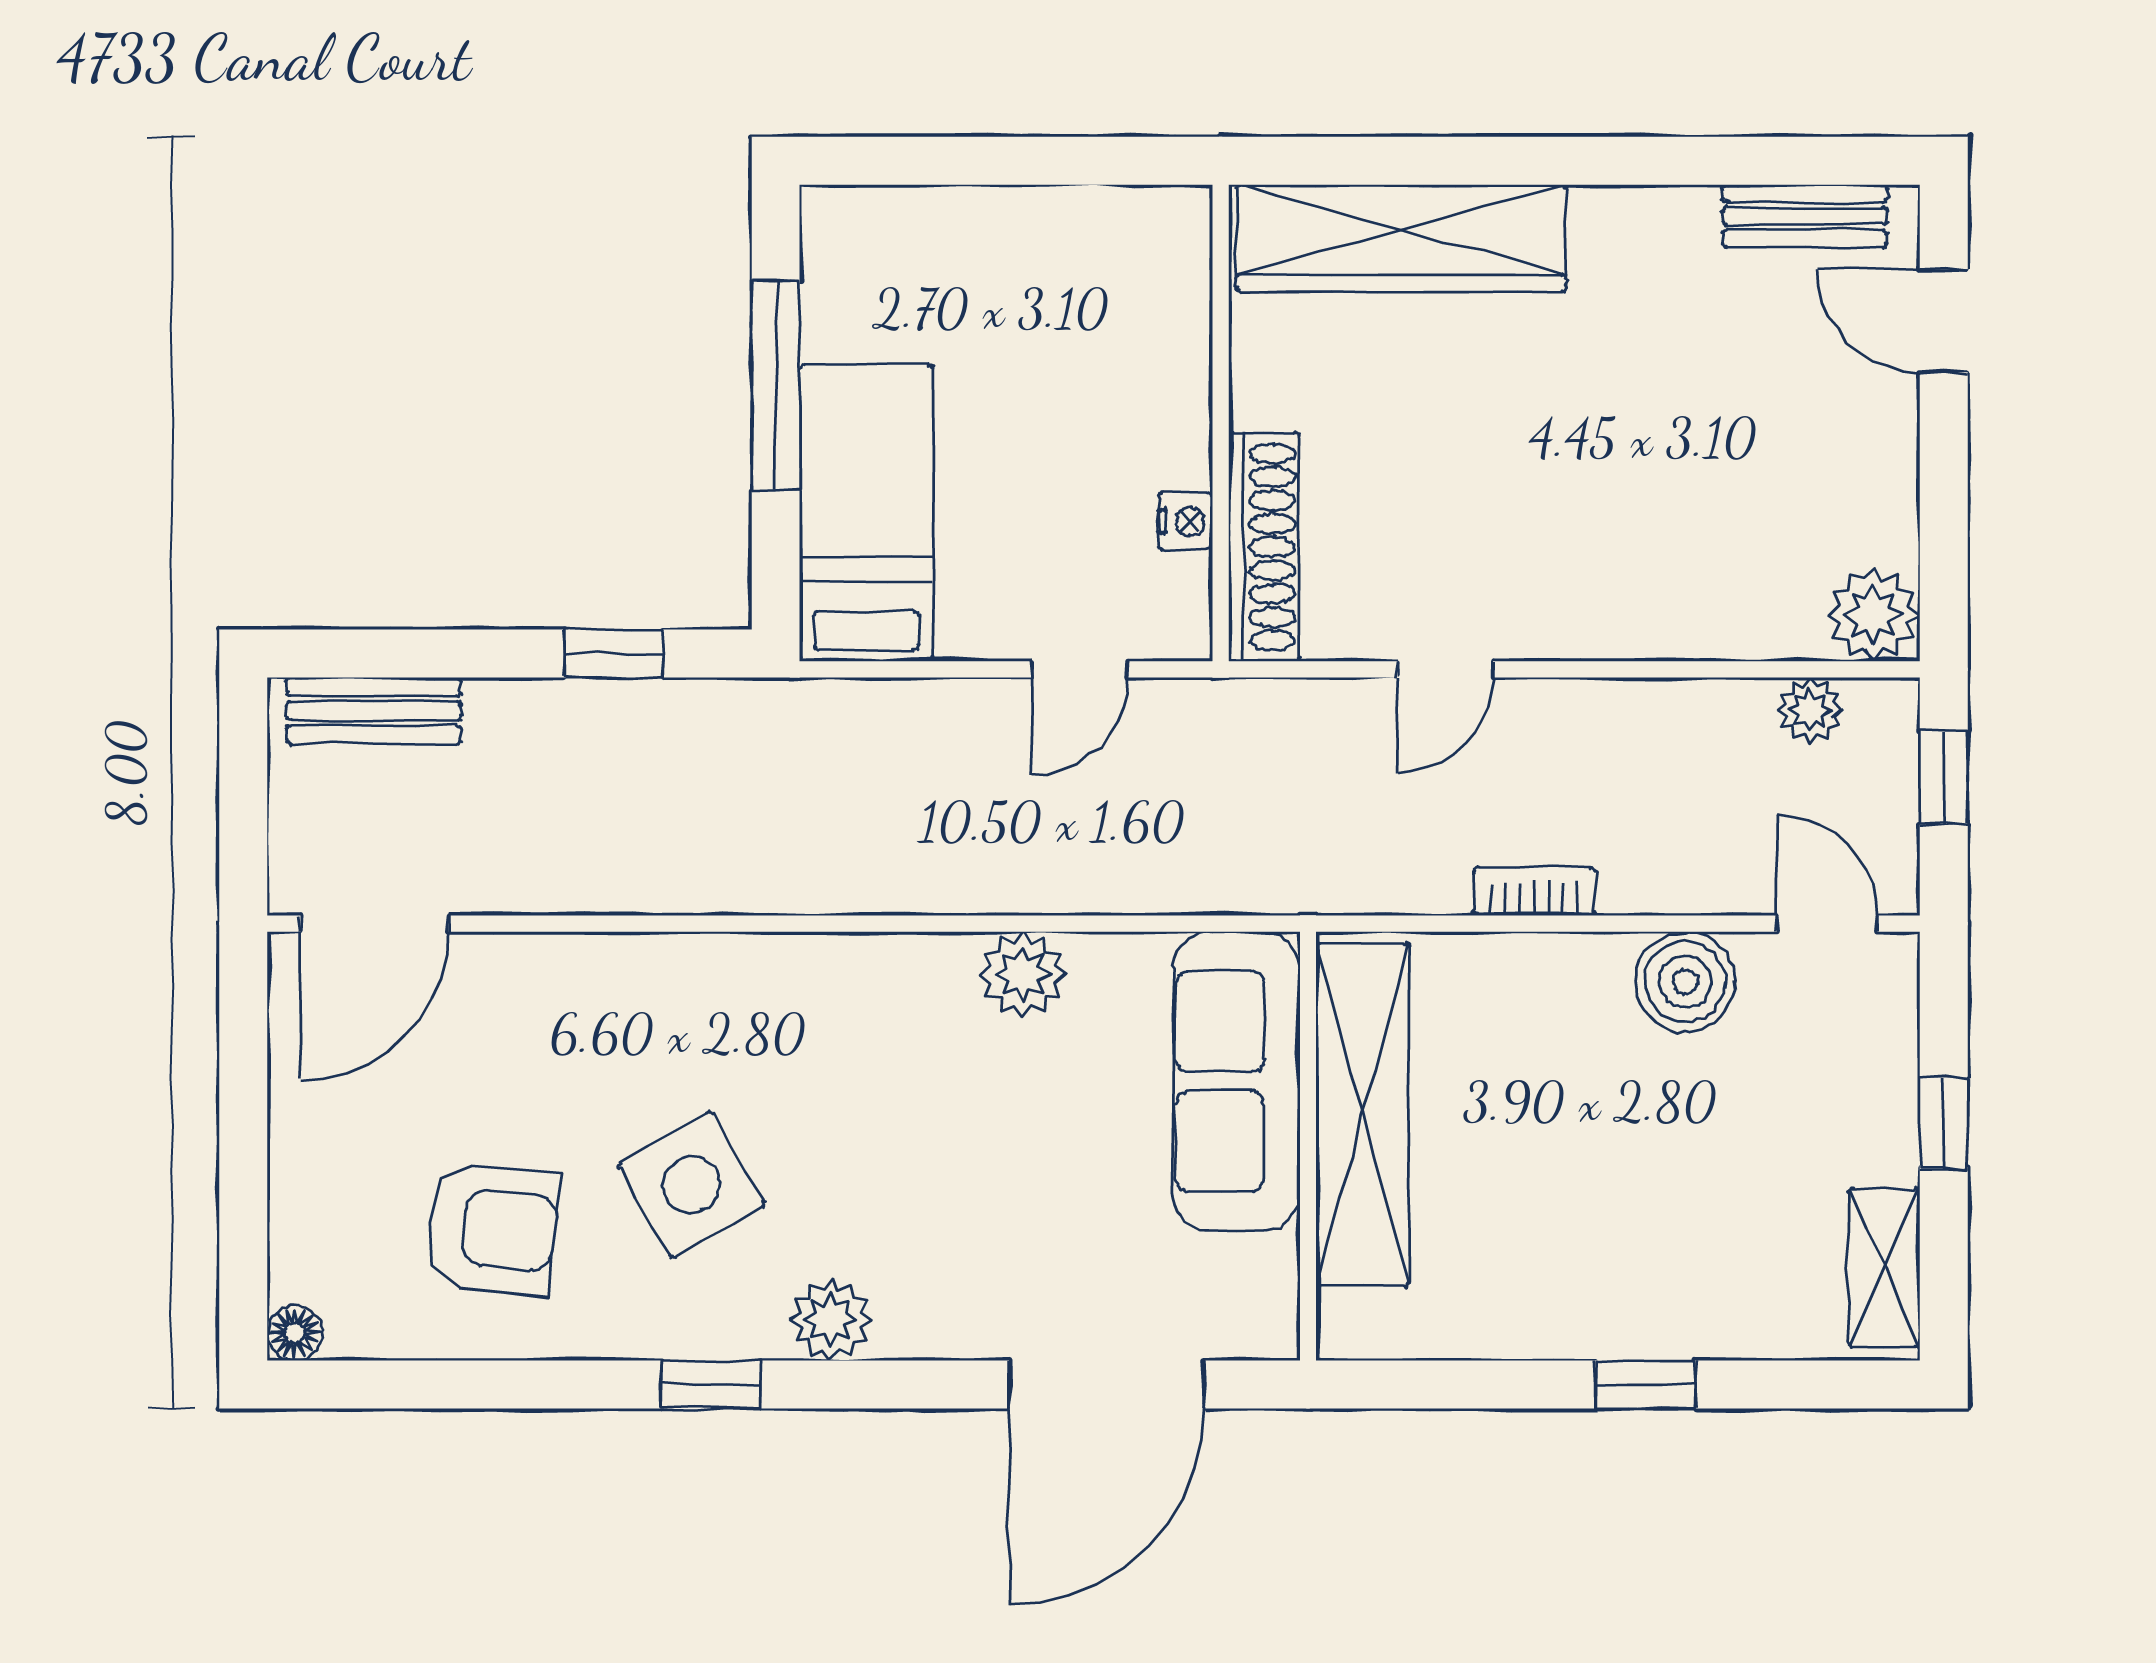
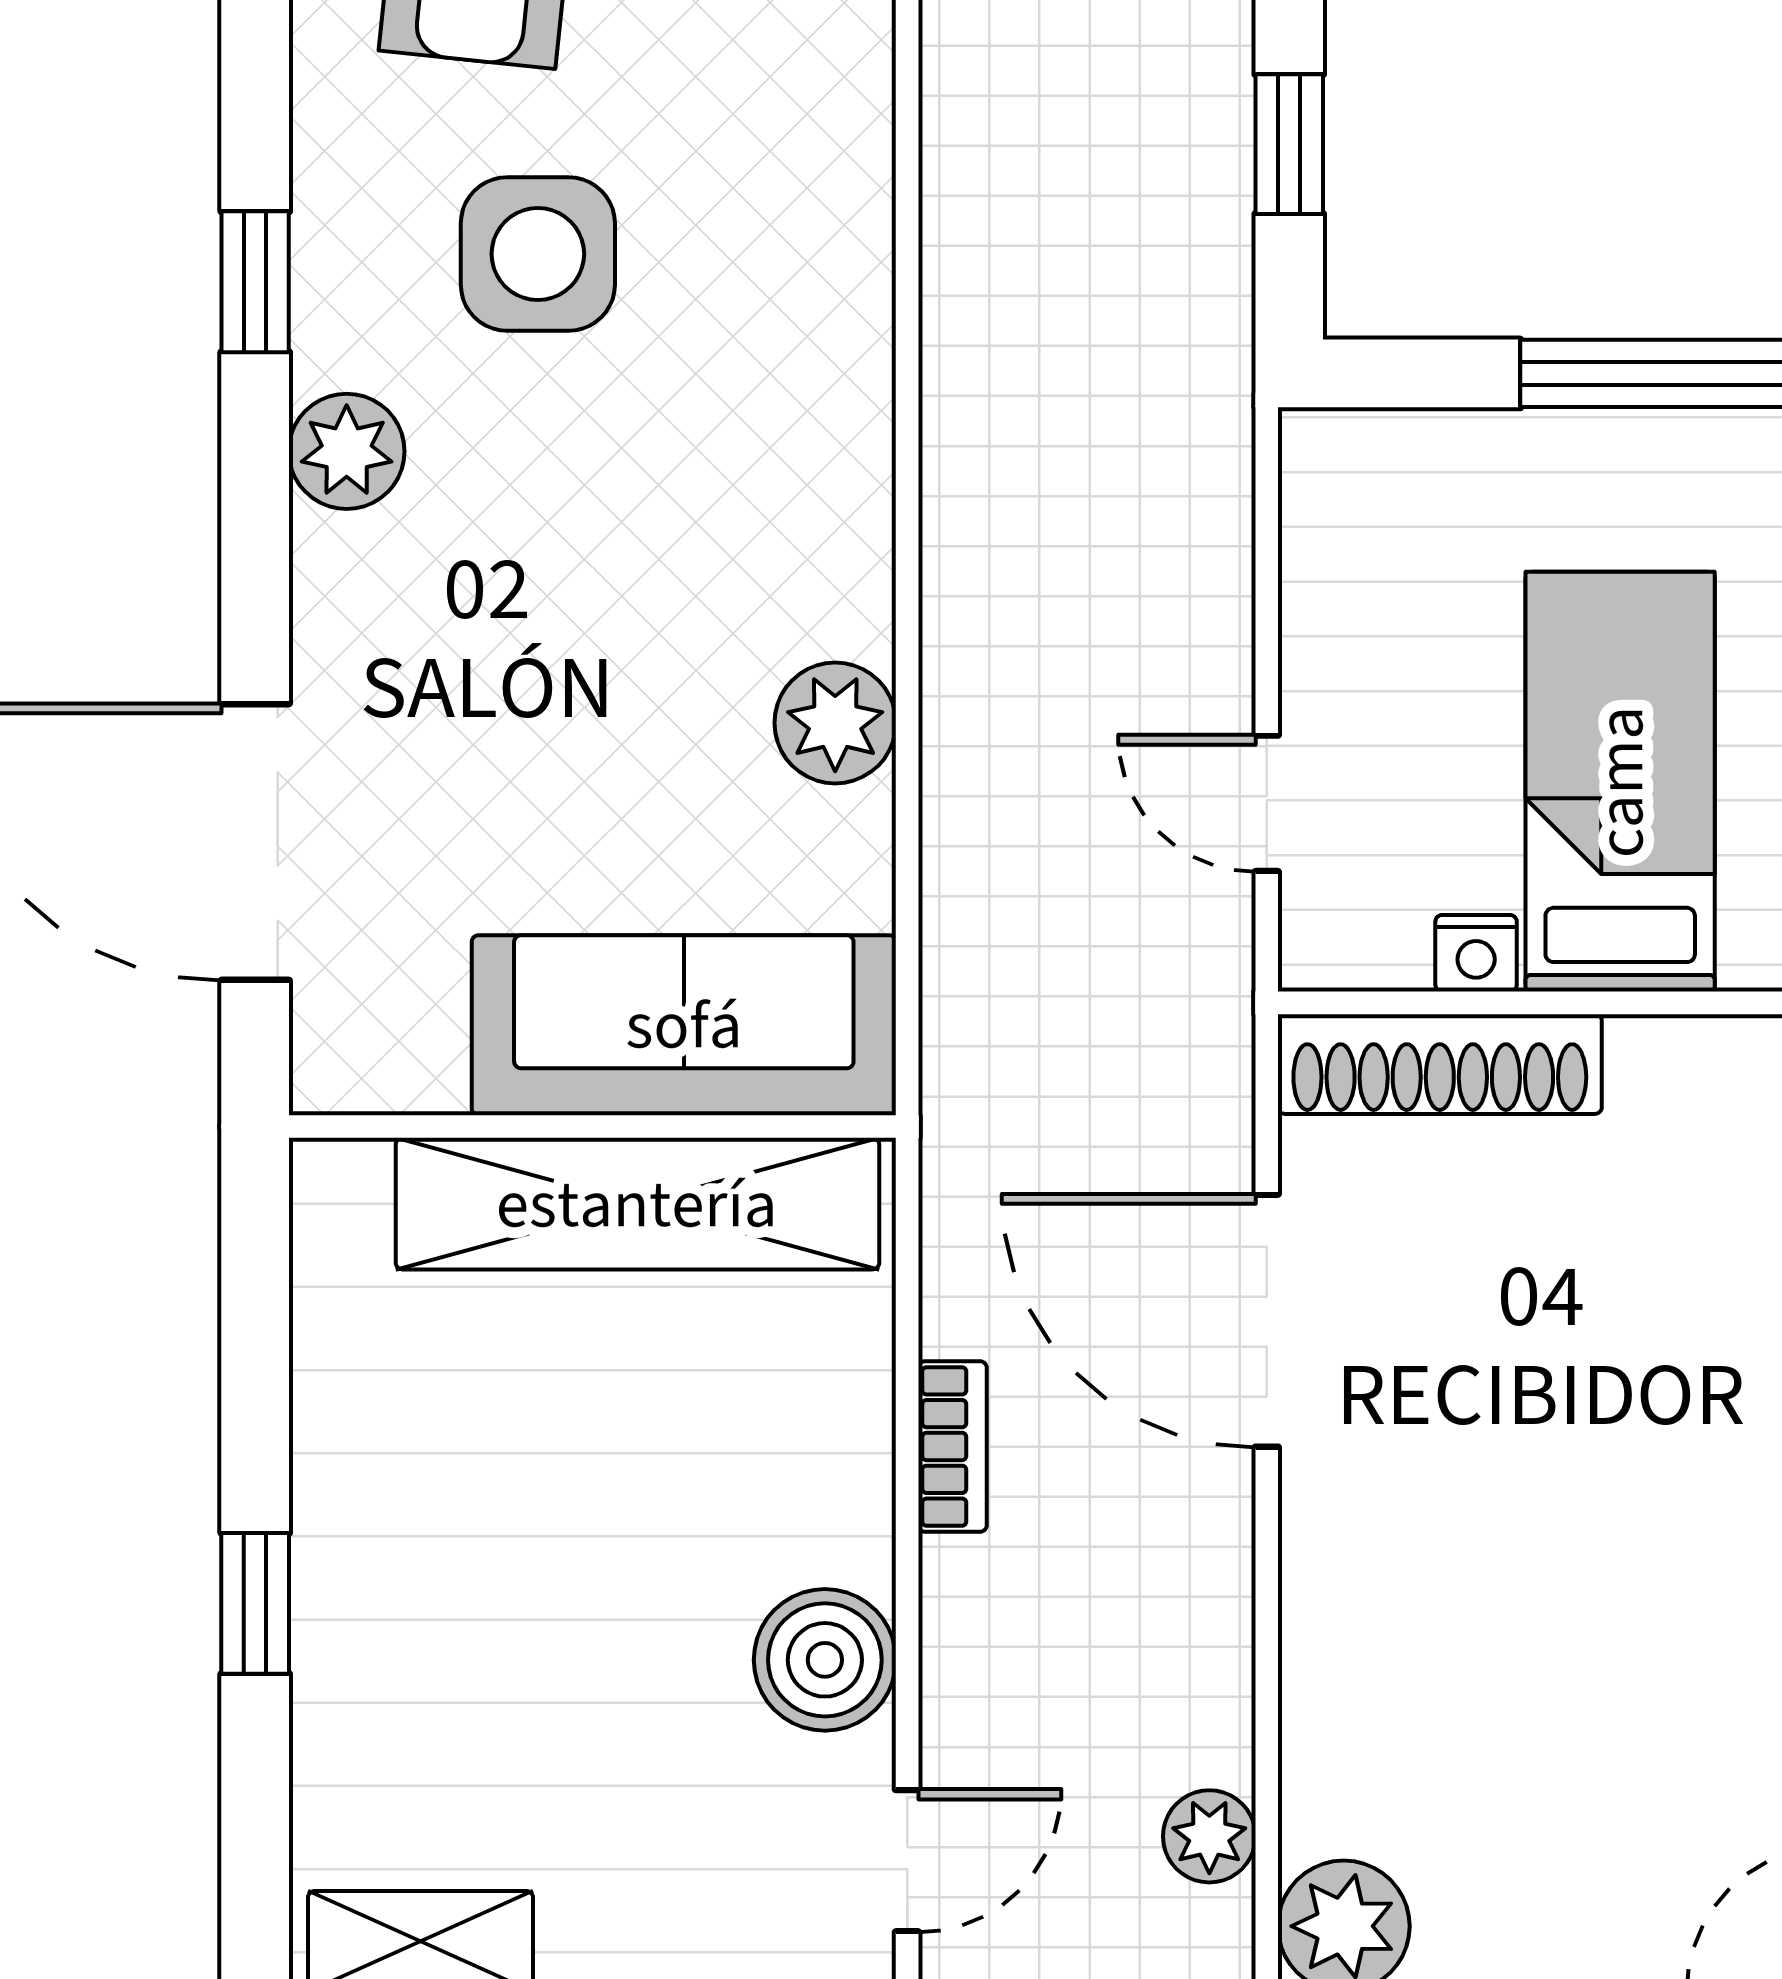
bed: (866, 513) -> (1620, 782), moved, turned -90
door: (1445, 669) -> (1267, 1321), width x1.88
side table: (691, 1185) -> (538, 254), turned 30

